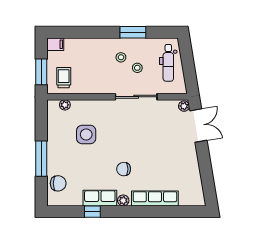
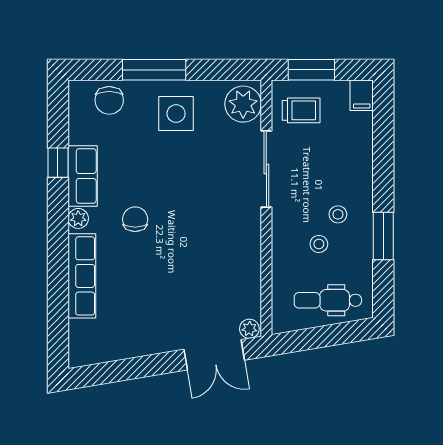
sliding door: (136, 97) -> (266, 169), moved
plant: (65, 105) -> (243, 104), width x1.88, depth x1.88
side table: (86, 134) -> (176, 114), moved

